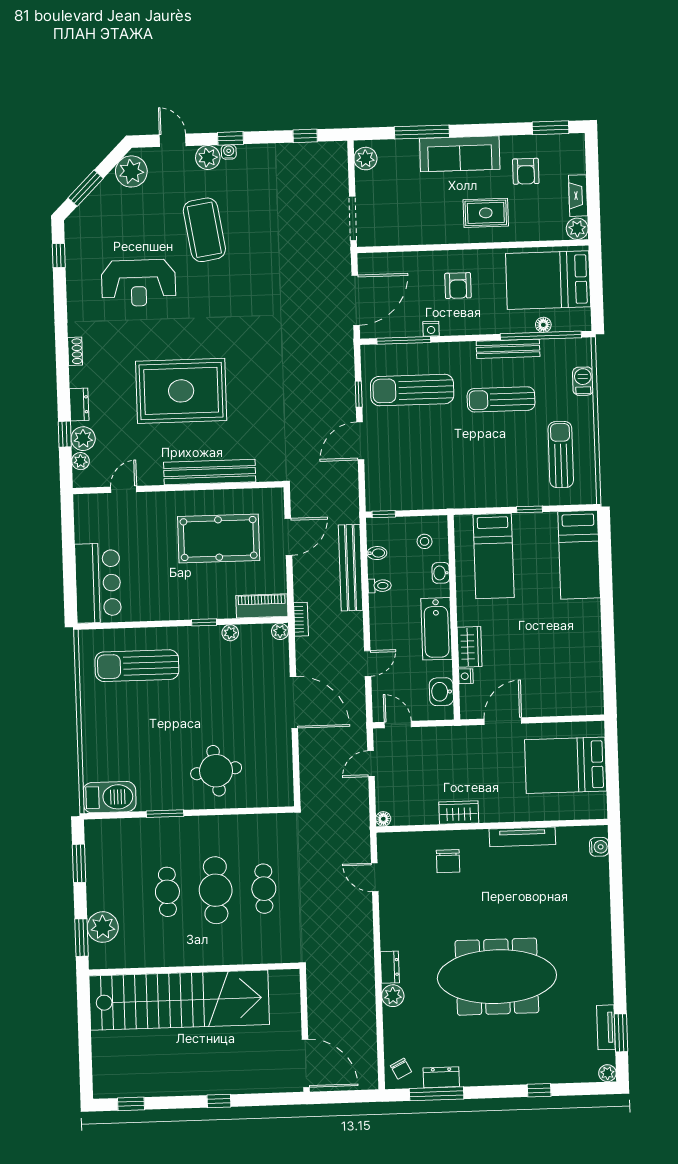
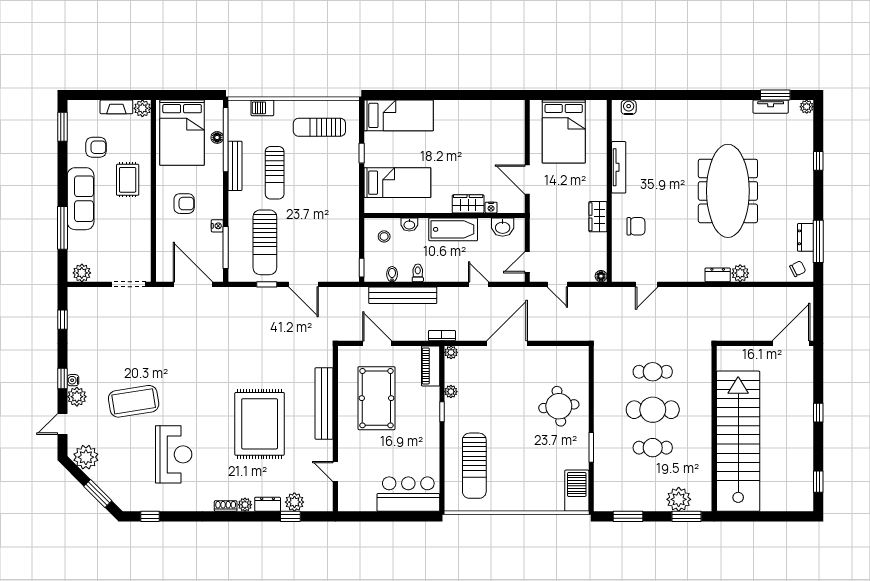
plant: (81, 461) -> (245, 505), moved

